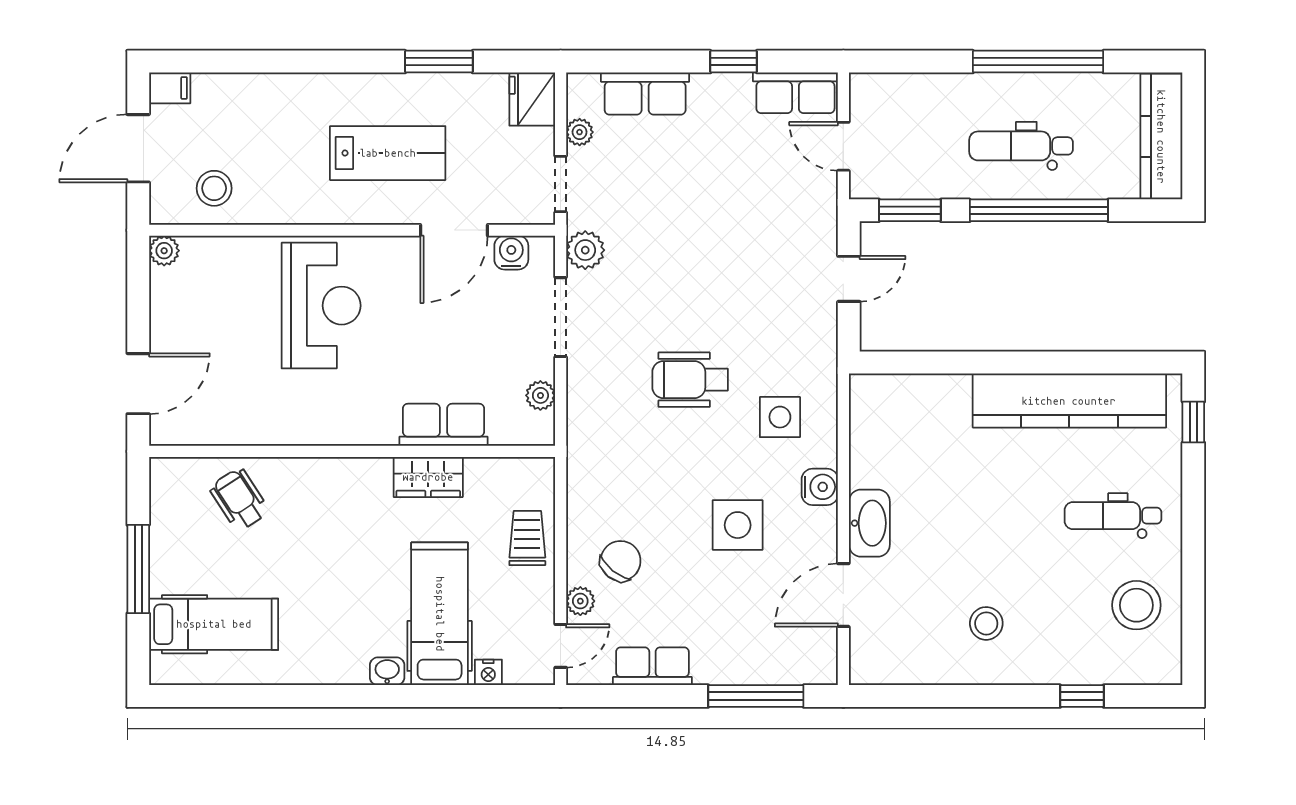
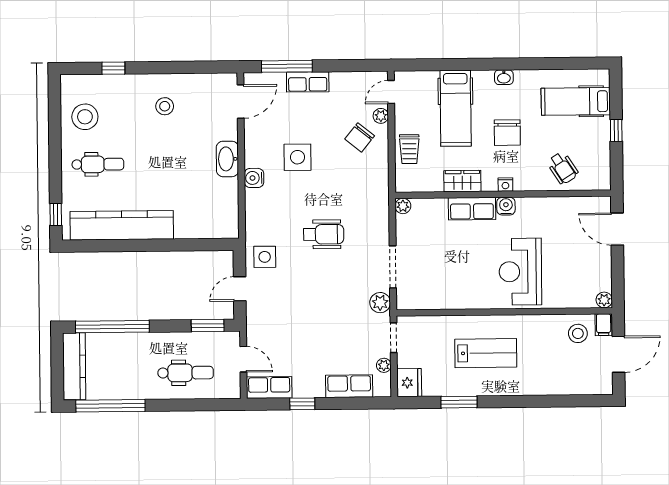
window: (1038, 62) -> (110, 406), moved
filing cabinet: (170, 88) -> (604, 325), moved, turned -90
dental chair: (1021, 146) -> (186, 373), moved
lab bench: (388, 153) -> (486, 353), turned 180
window: (1039, 210) -> (112, 327), moved
door: (454, 230) -> (450, 312), removed
water cooler: (511, 253) -> (506, 206), moved, turned 180
door: (138, 384) -> (617, 229), hinge flipped
plant: (540, 395) -> (403, 206), moved
side table: (780, 417) -> (265, 257), moved
row of seats: (444, 425) -> (472, 209), moved
chair: (343, 567) -> (507, 133), added
window: (138, 569) -> (616, 130), width x0.46
door: (843, 595) -> (241, 101), moved
row of seats: (652, 666) -> (308, 82), moved
washbasin: (387, 671) -> (504, 77), moved
nightstand: (488, 672) -> (505, 184), moved, turned 180

